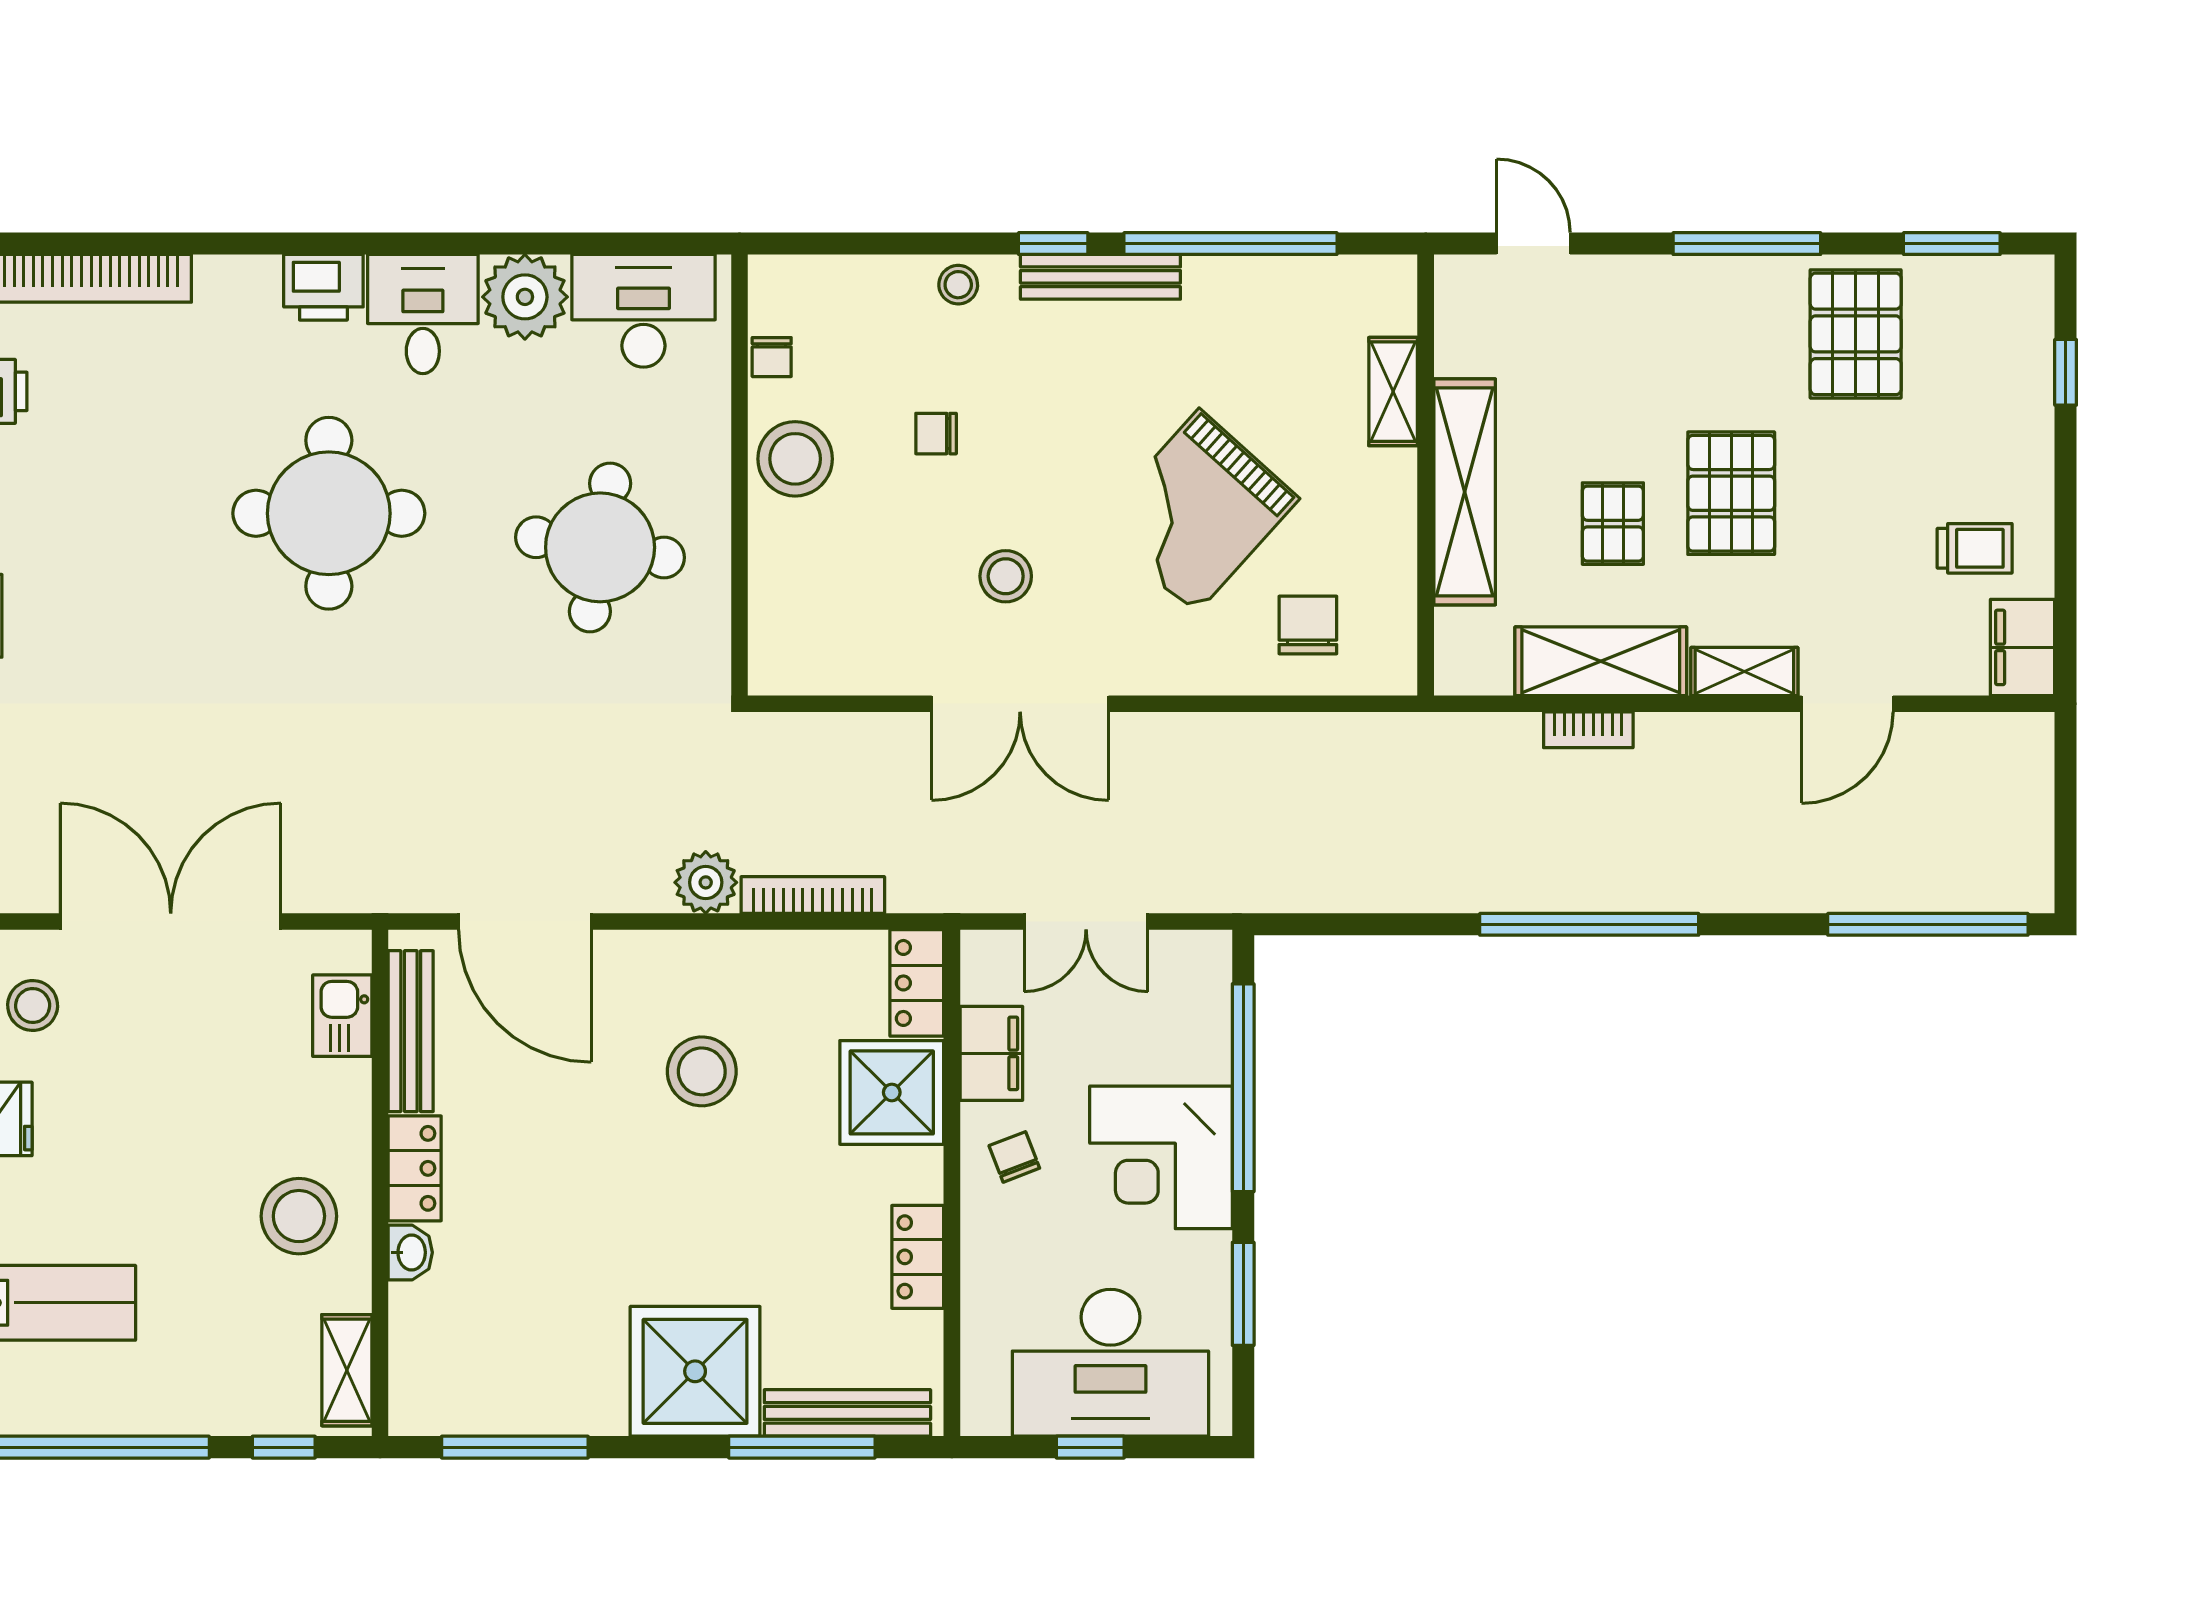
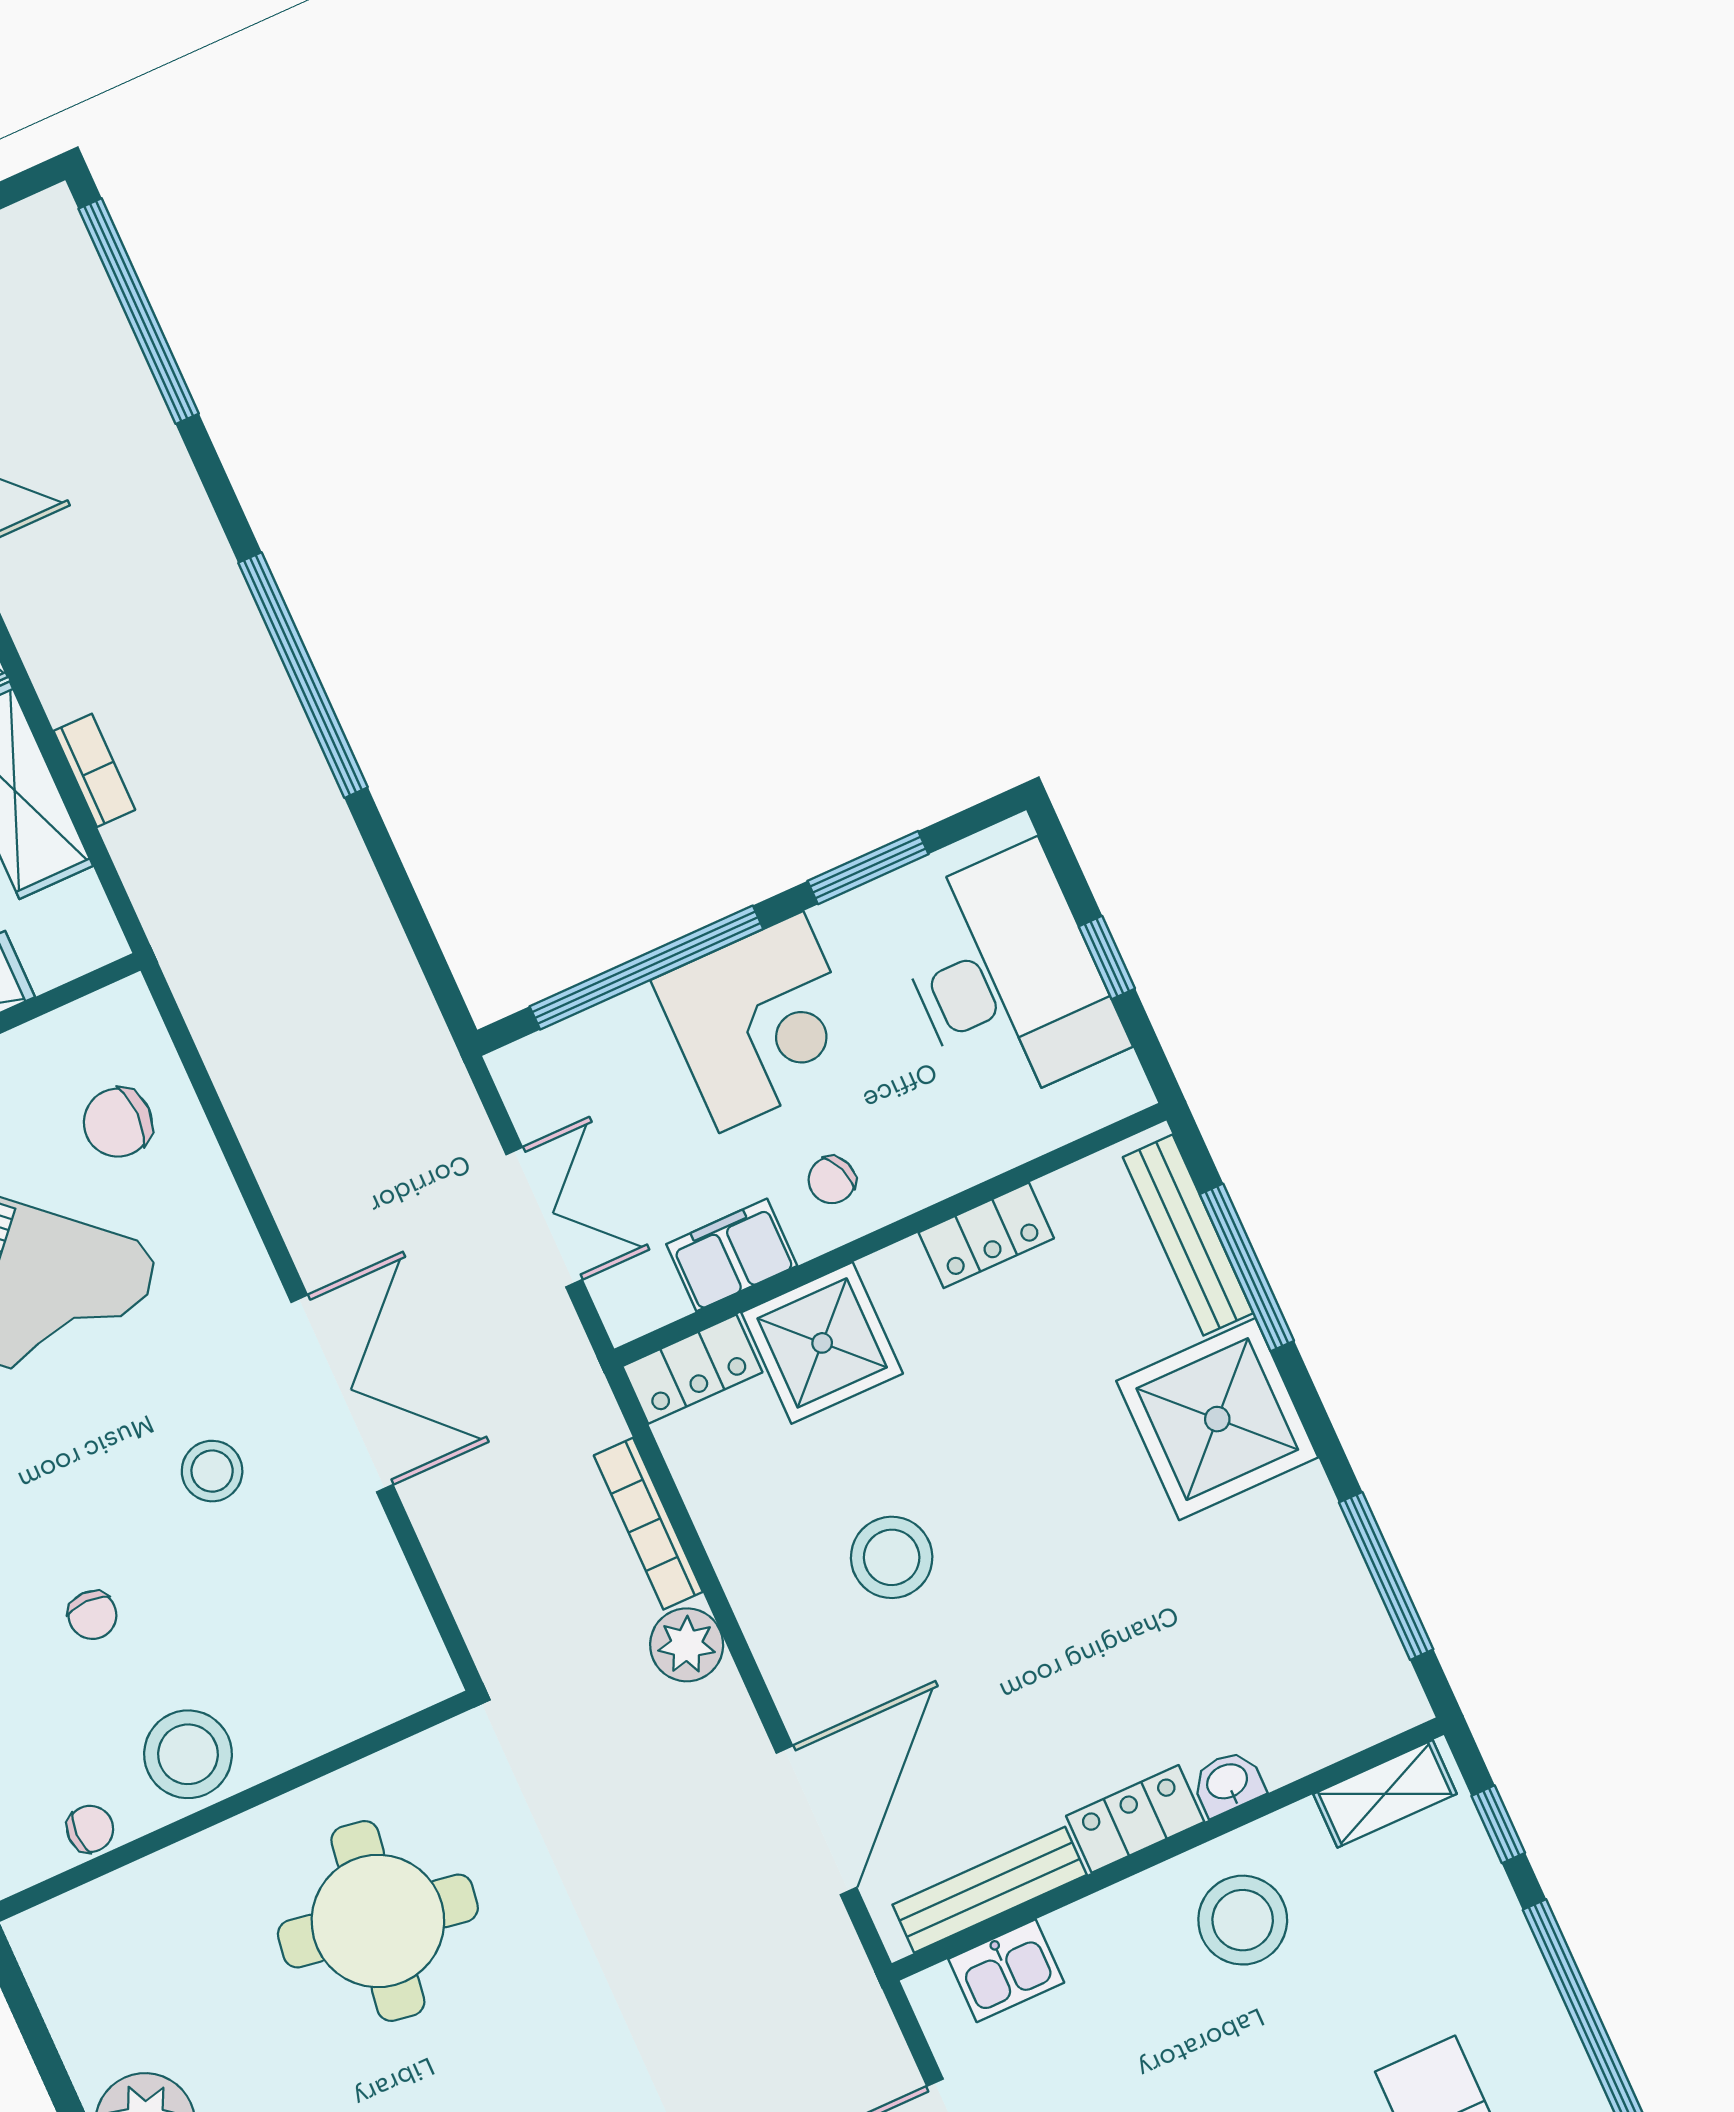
desk: (643, 311) -> (103, 1989), removed

